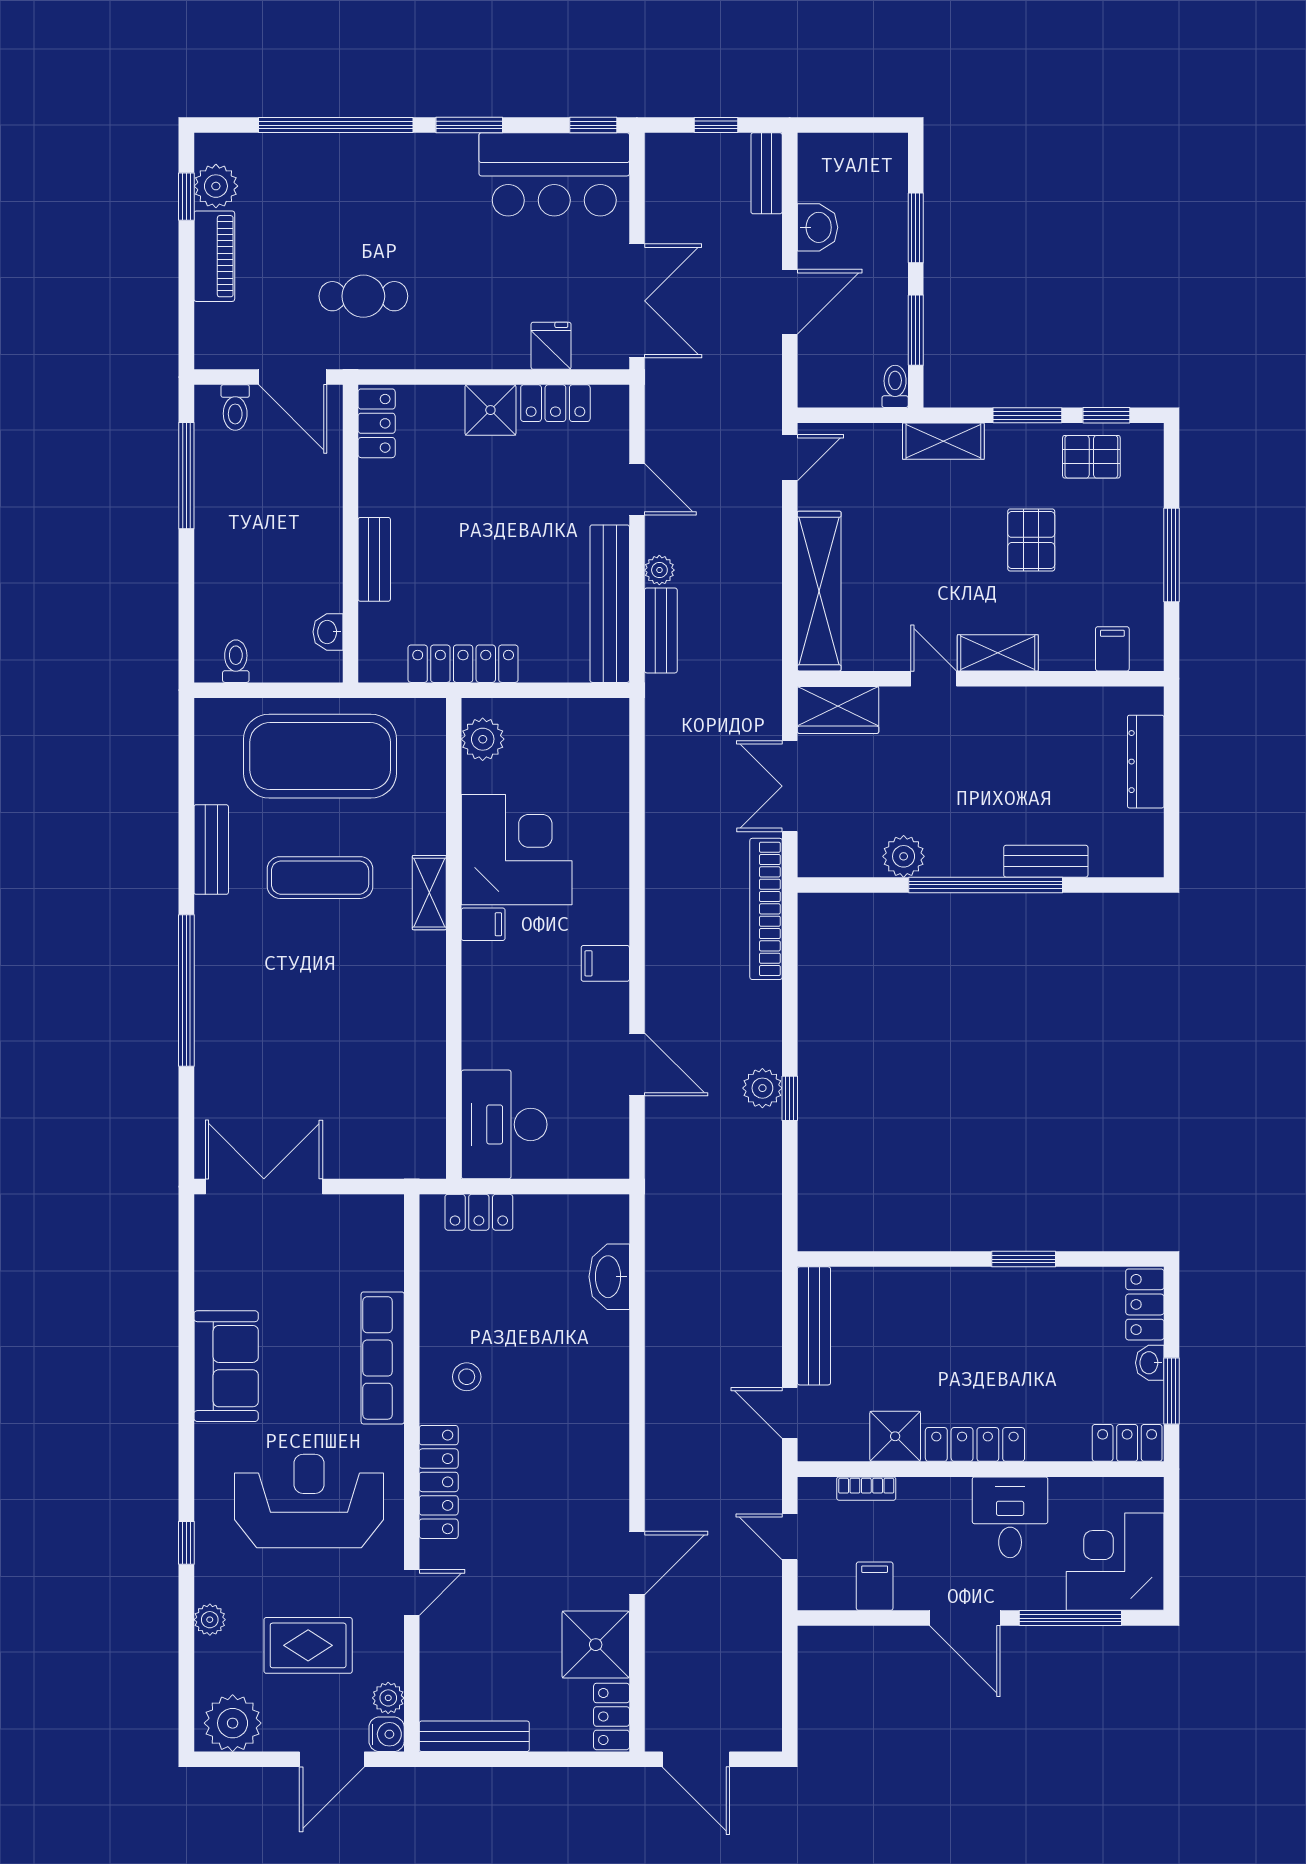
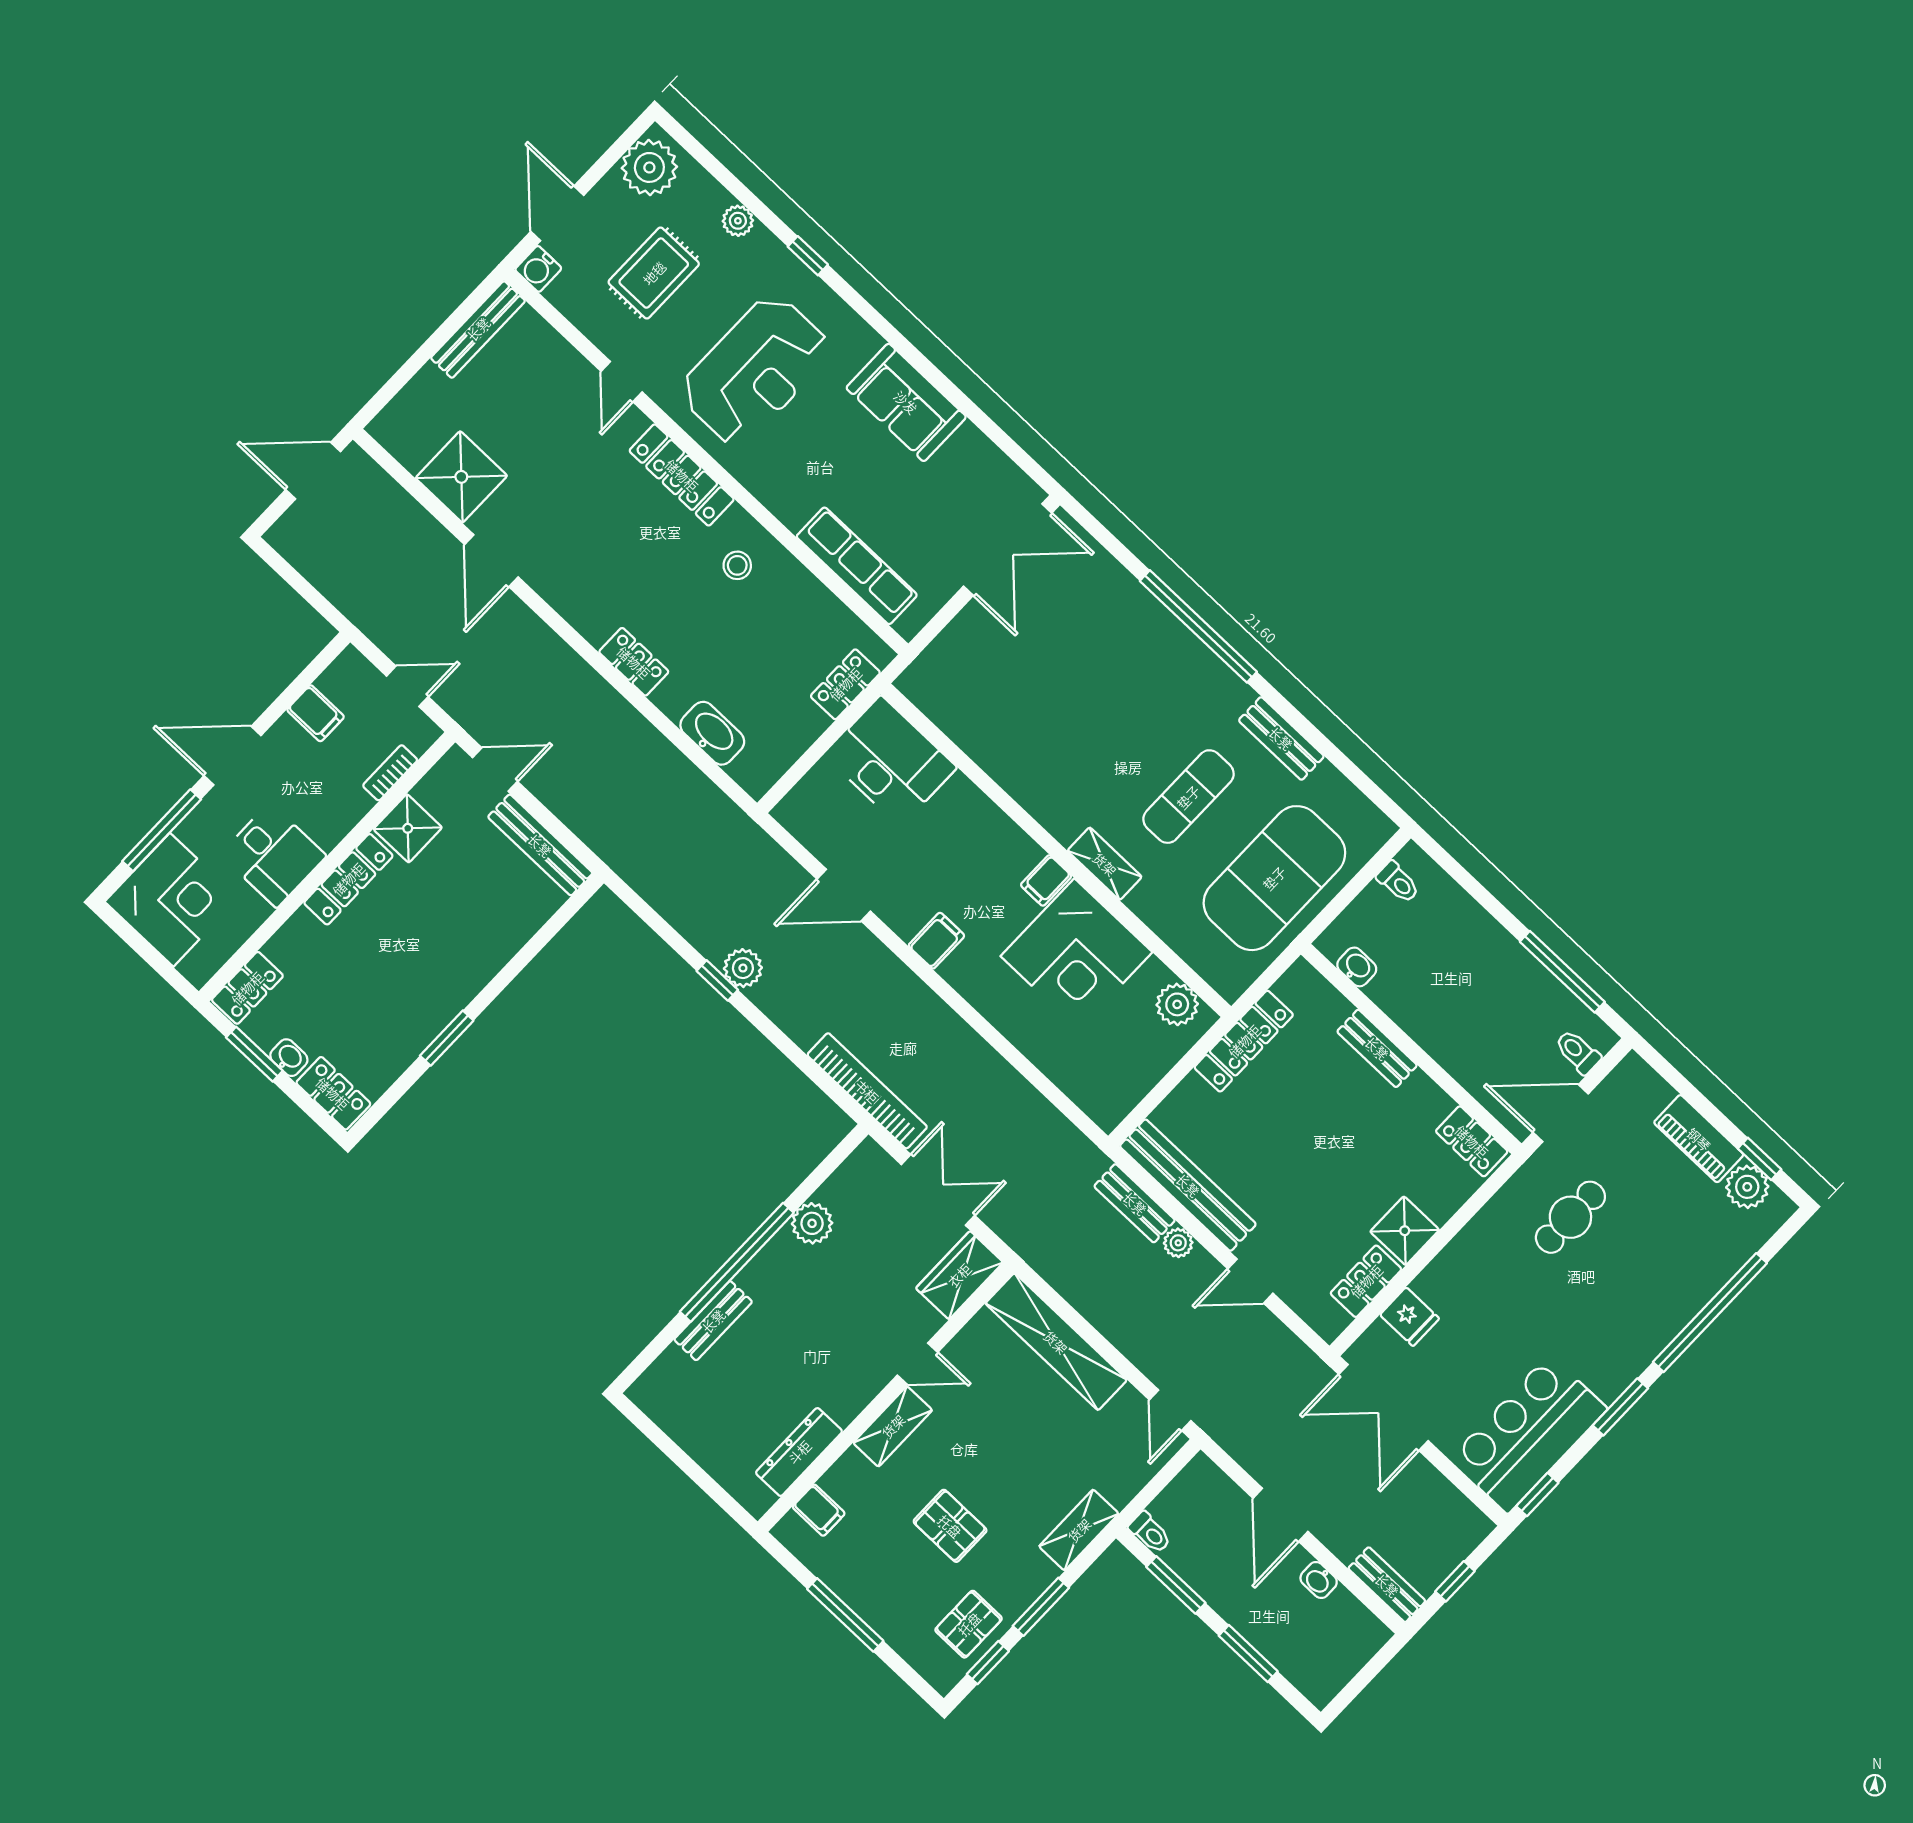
washbasin: (817, 227) -> (1319, 1580), width x0.72, depth x0.69
dresser: (1146, 762) -> (799, 1452), moved, turned -90
row of seats: (383, 1358) -> (857, 566), moved
plant: (388, 1698) -> (563, 294), removed
locker: (612, 1716) -> (634, 662), moved

